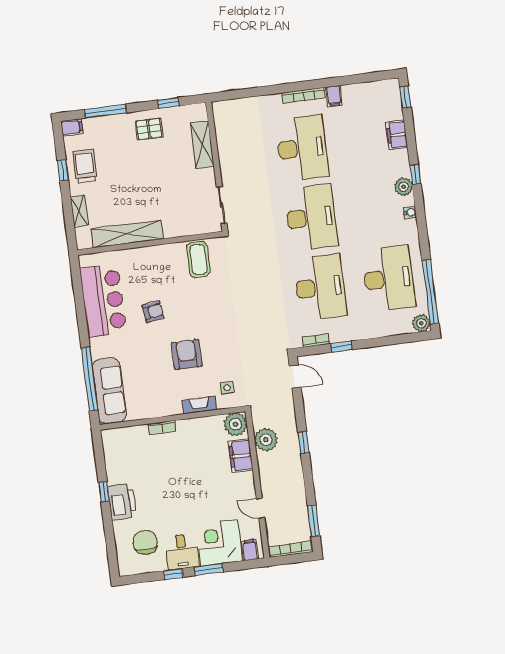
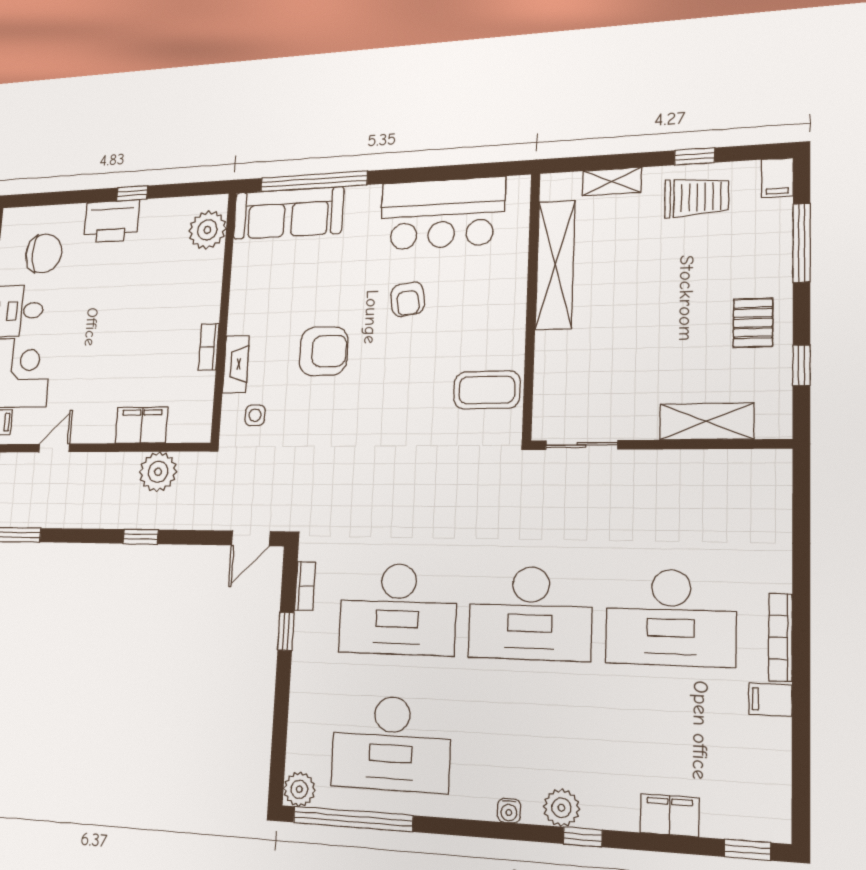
plant: (235, 424) -> (207, 230), moved
bookcase: (162, 427) -> (209, 347), moved

